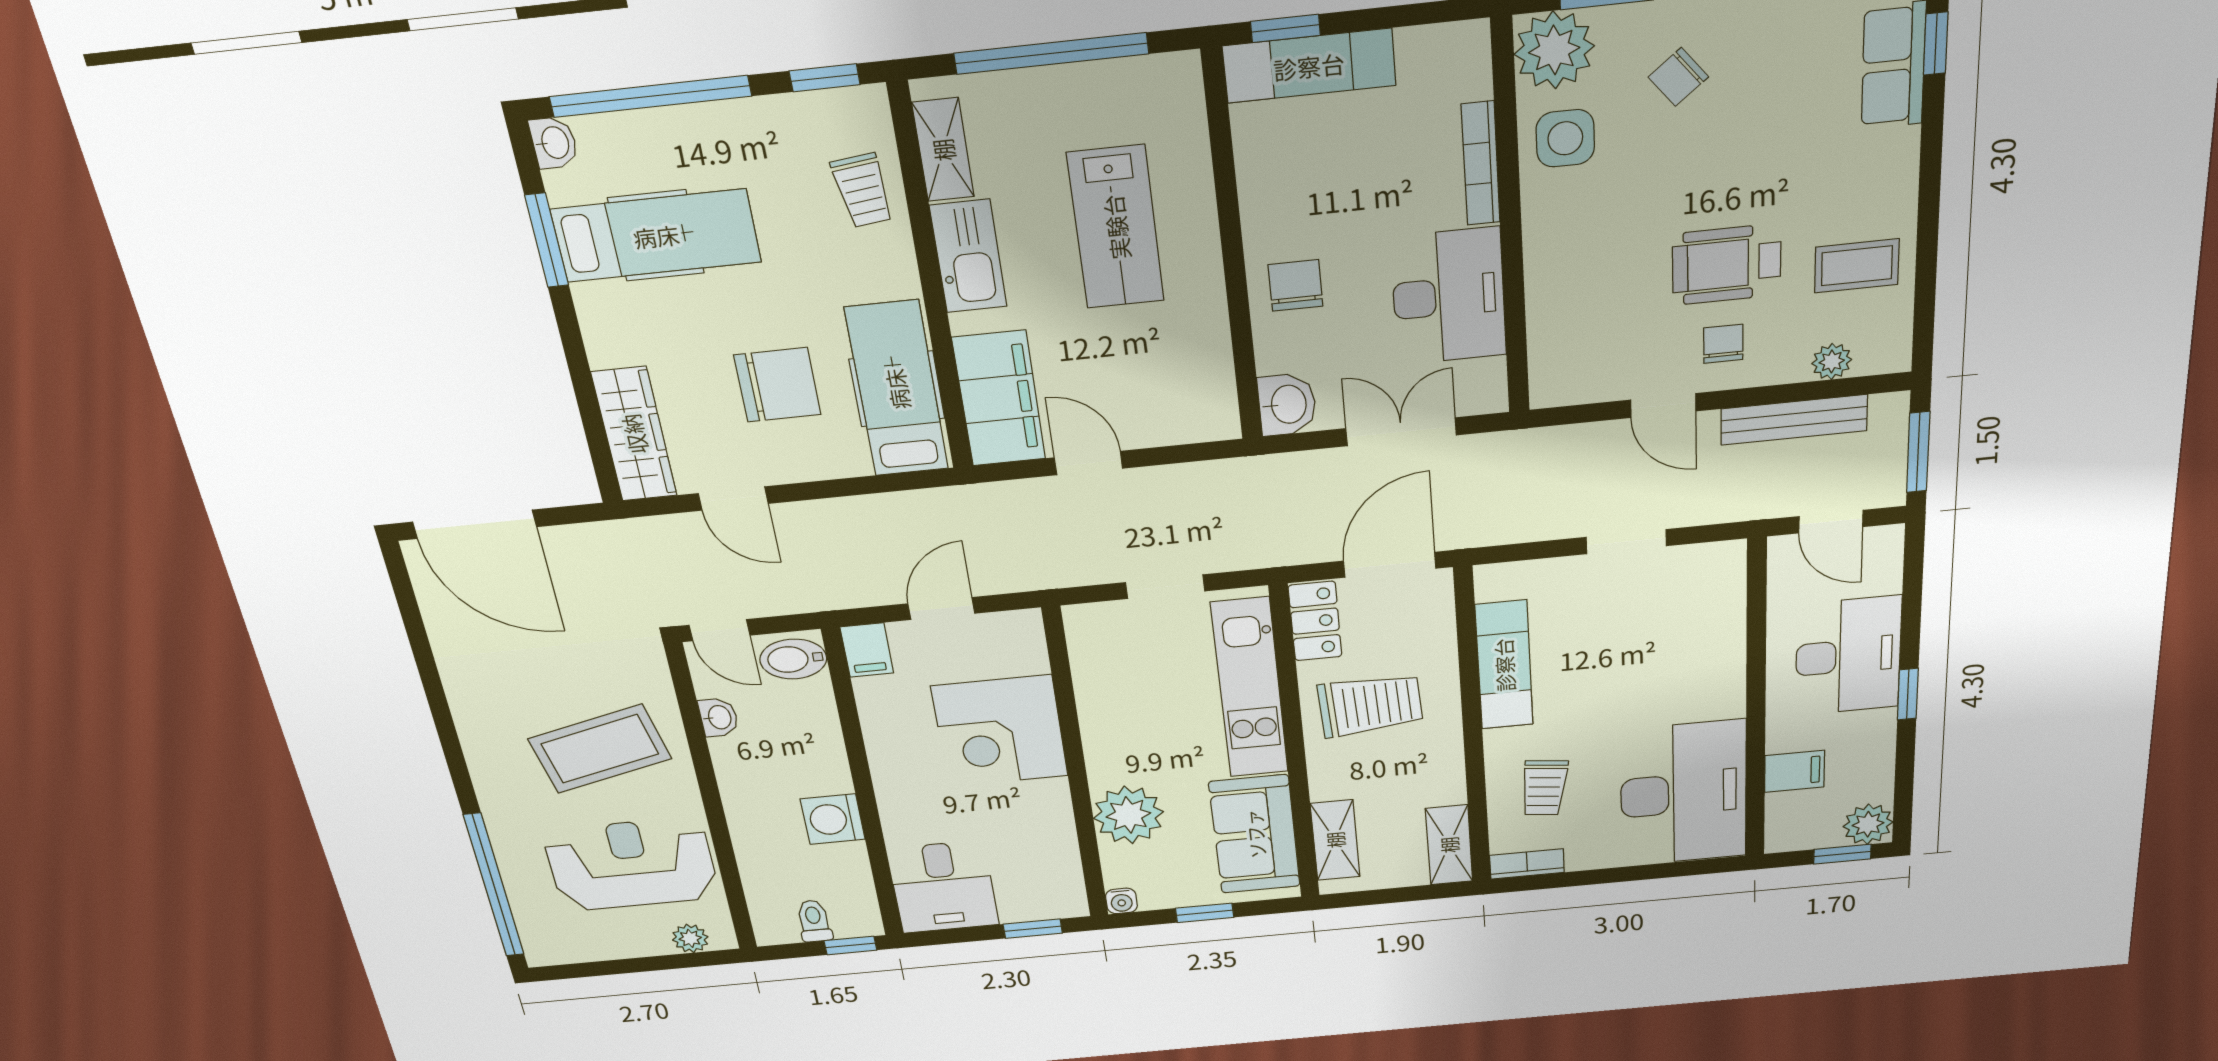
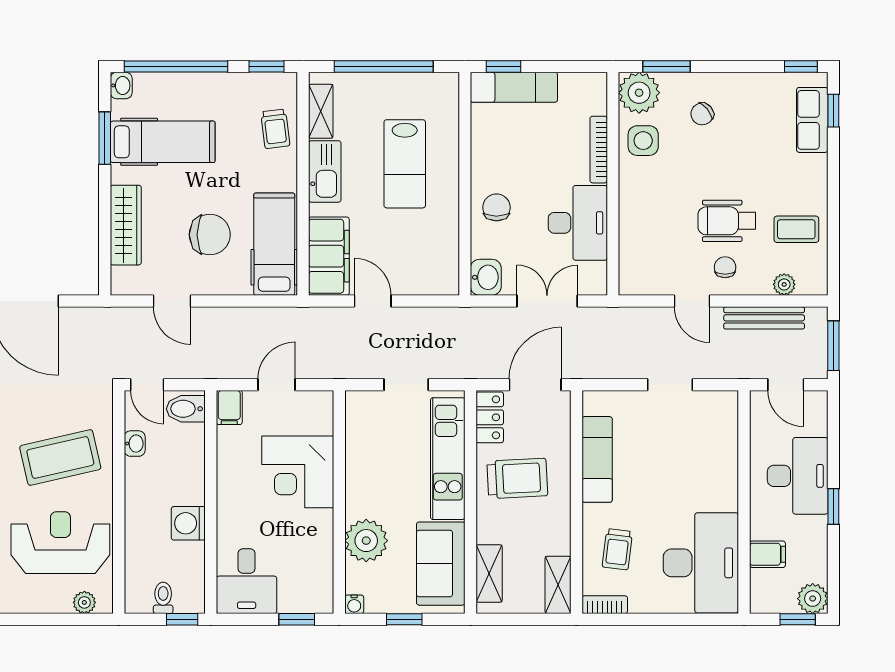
wardrobe: (634, 434) -> (126, 225), moved

